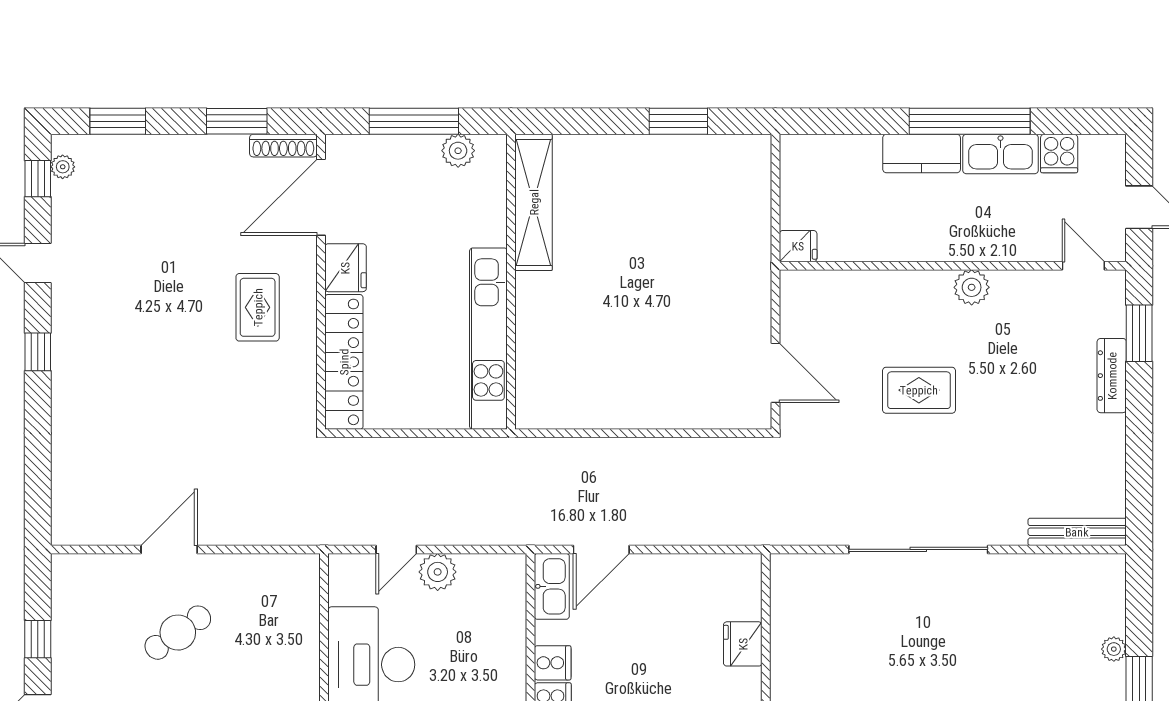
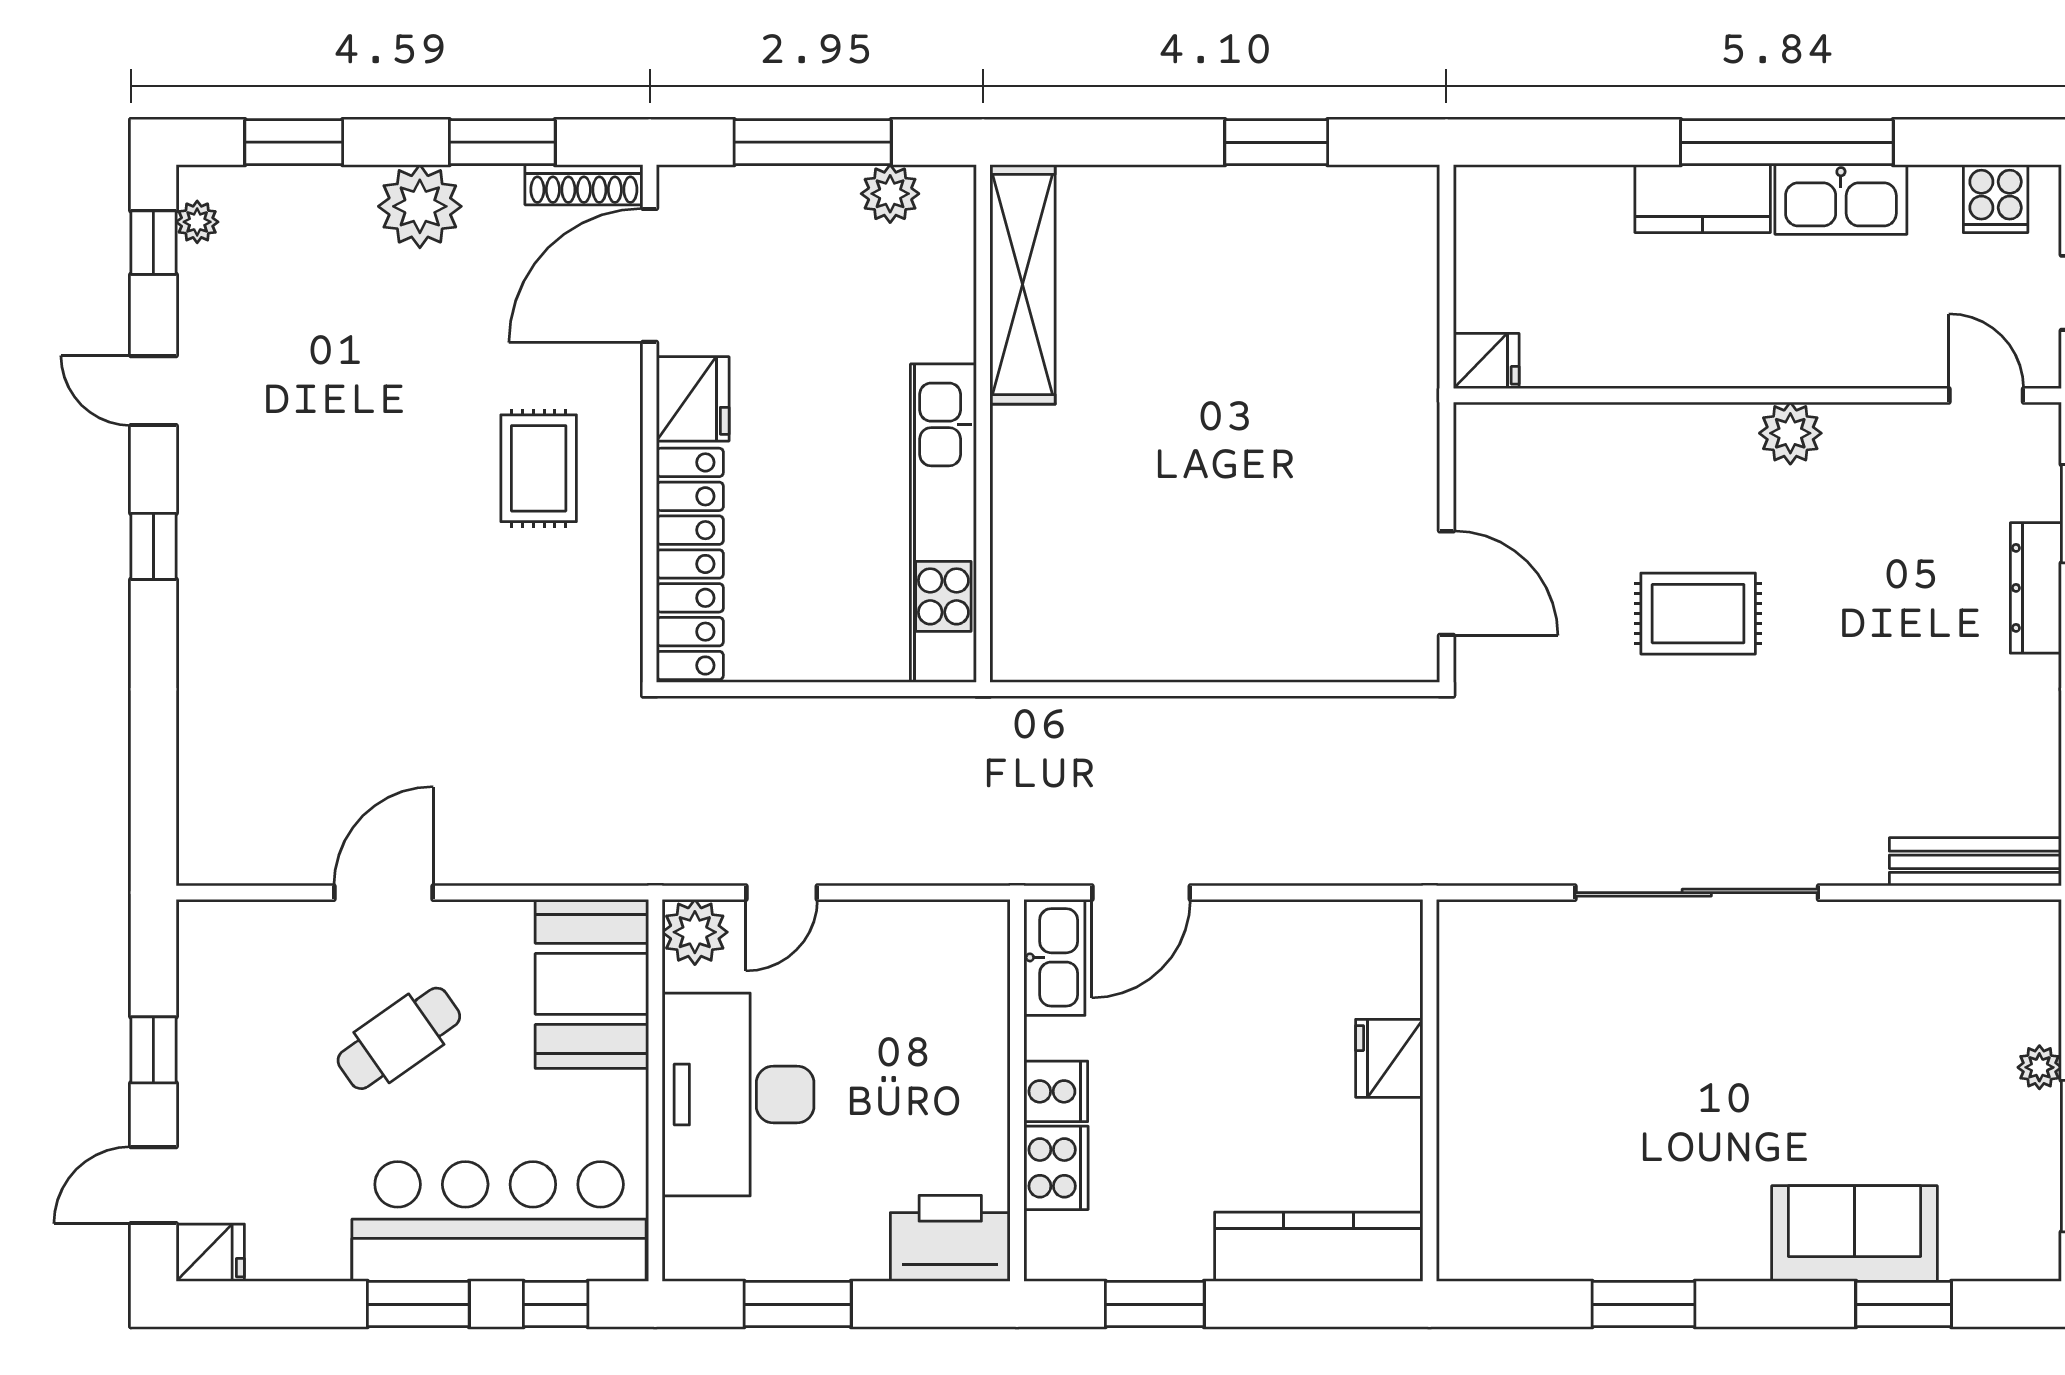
cooker: (1059, 154) -> (1996, 199), moved
plant: (190, 158) -> (420, 206), added
plant: (438, 572) -> (695, 932), moved
booth: (288, 601) -> (592, 984), added

